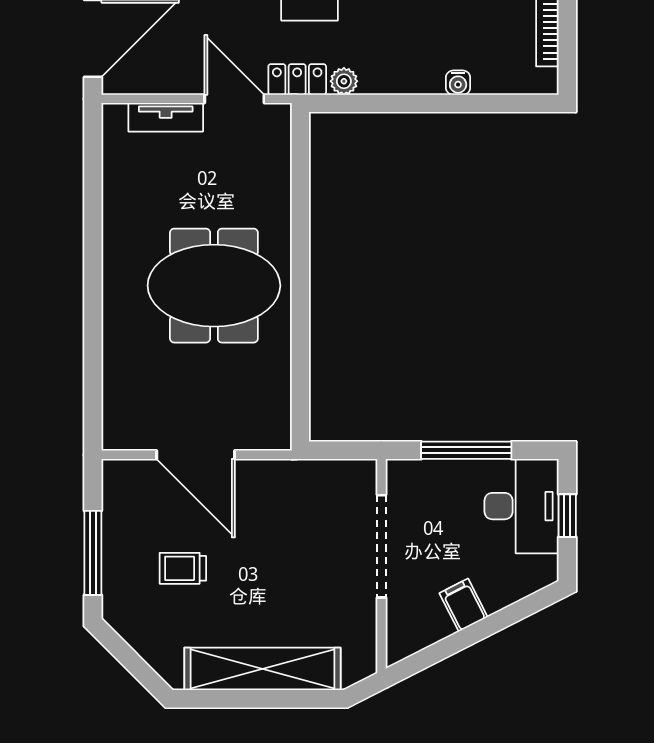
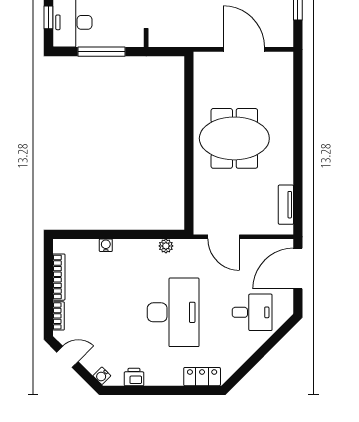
locker: (297, 79) -> (190, 247), removed
tv unit: (166, 117) -> (286, 205), moved, turned -90

